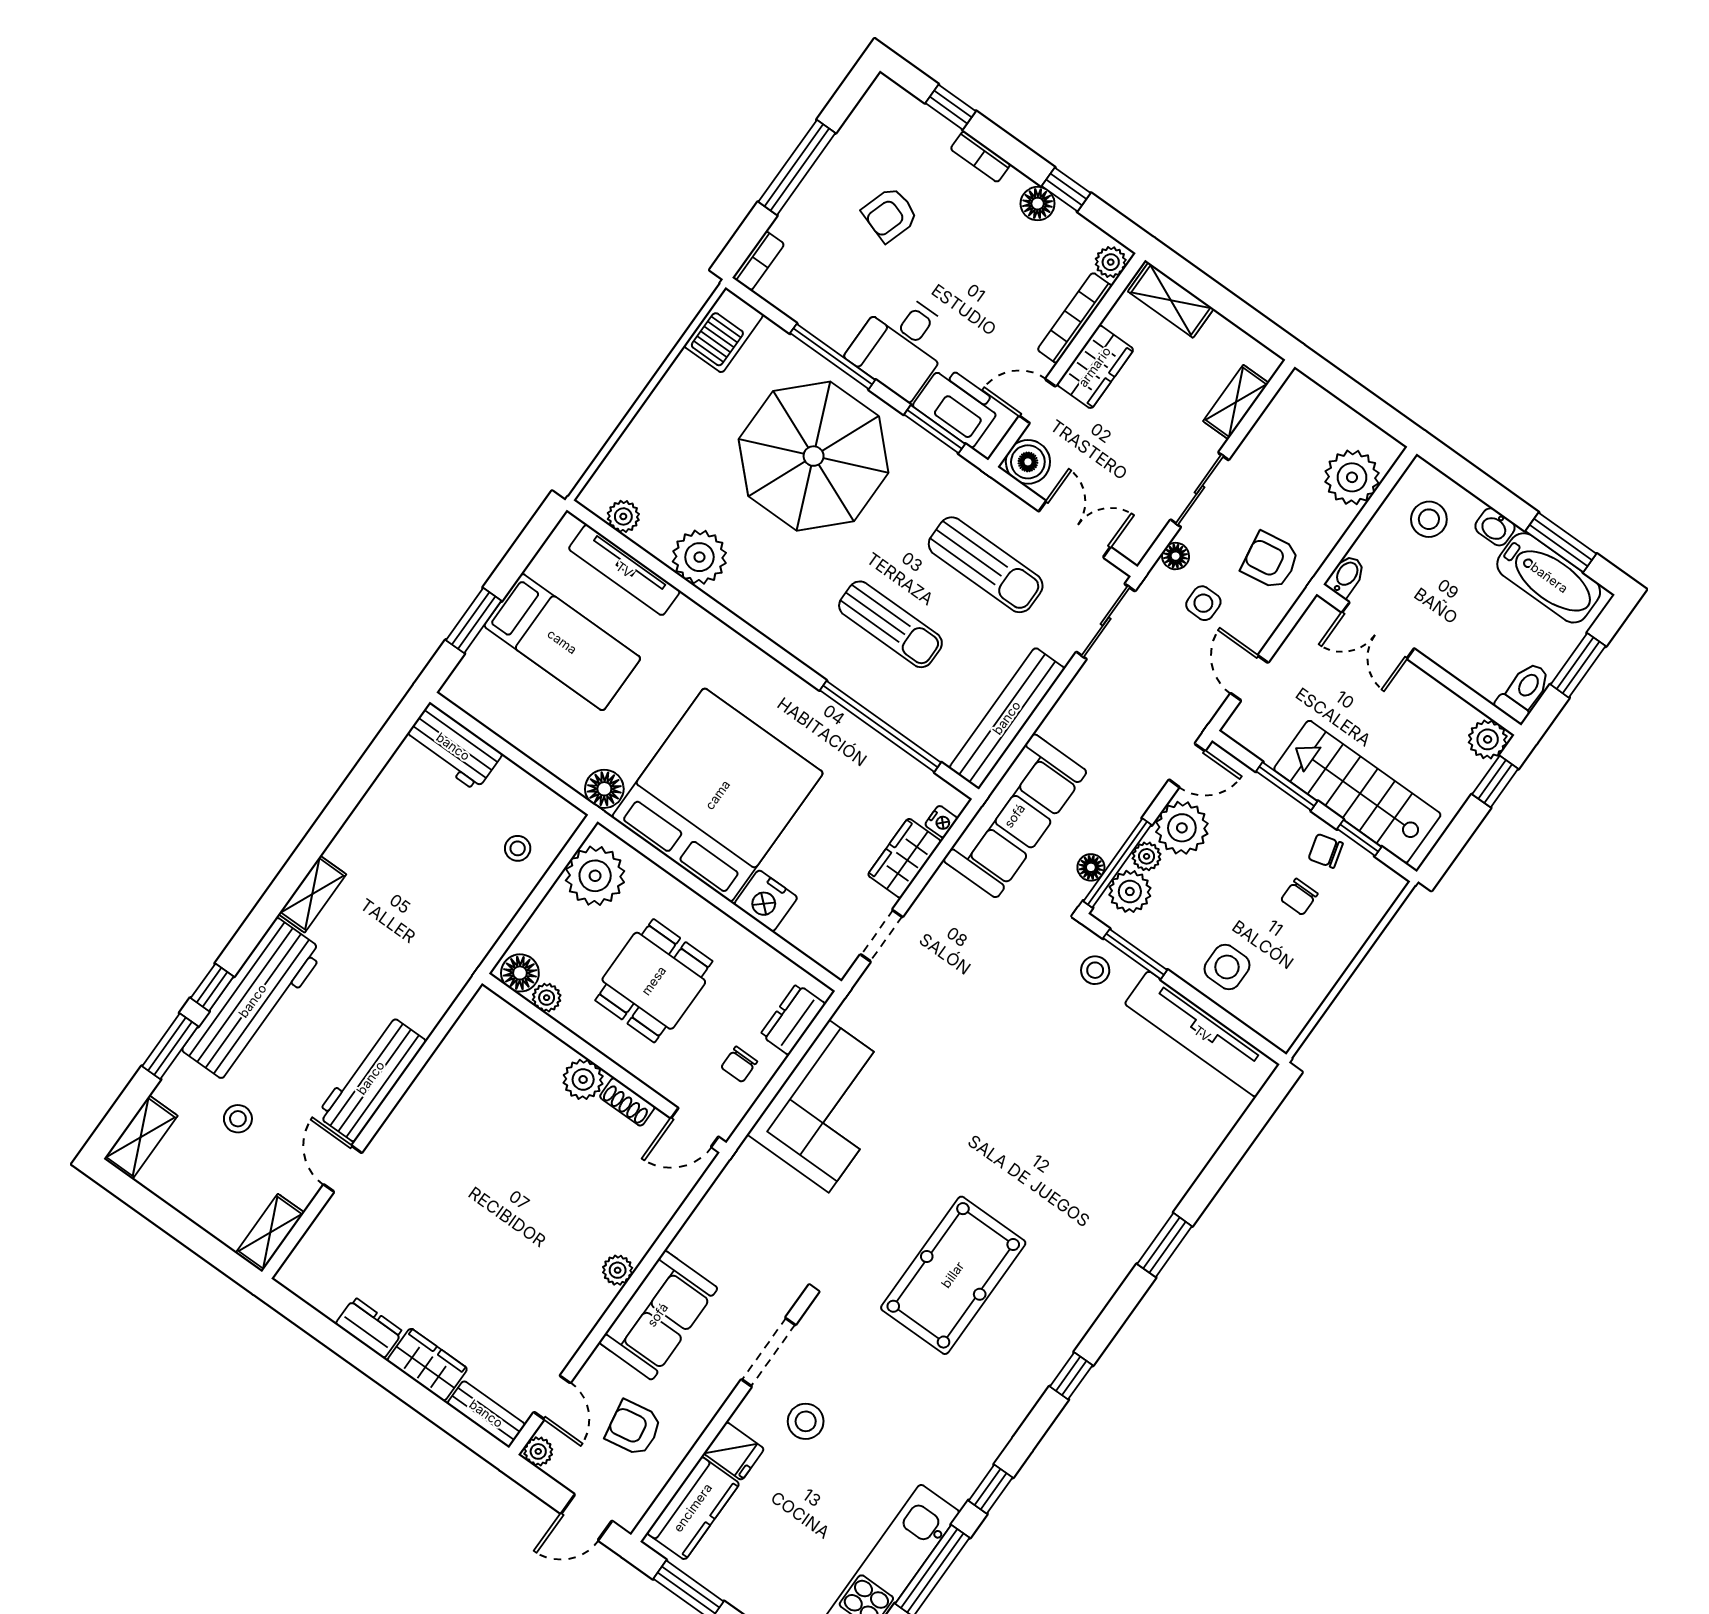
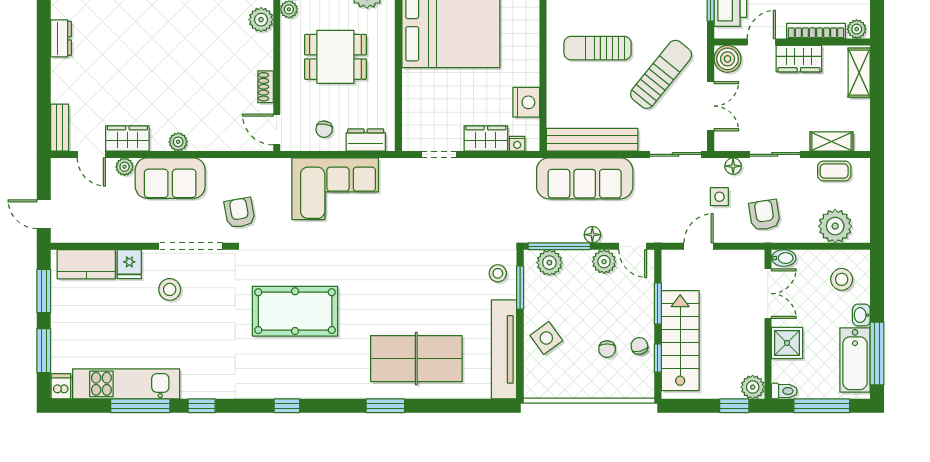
door: (1037, 401) -> (761, 42), hinge flipped
coffee table: (1278, 426) -> (834, 171), added
window: (1561, 542) -> (877, 354), width x1.44
sun lounger: (986, 565) -> (661, 74), turned -141
sun lounger: (890, 624) -> (598, 48), turned 90
double door: (1378, 631) -> (768, 294), swing flipped
shower: (1462, 652) -> (787, 343), added
window: (1578, 665) -> (822, 406), width x1.44
toilet: (1524, 692) -> (784, 391), width x0.73, depth x0.72
window: (880, 726) -> (543, 79), removed
sofa: (1015, 816) -> (585, 178), moved
plant: (1182, 828) -> (604, 262), width x0.73, depth x0.73
plant: (1147, 856) -> (573, 258), removed
floor lamp: (1091, 867) -> (592, 235), moved
chair: (1299, 897) -> (607, 349), turned -90
nightstand: (766, 901) -> (526, 102), moved, turned 180
side table: (1227, 967) -> (546, 338), turned -36
chair: (739, 1064) -> (324, 129), turned -82
plant: (583, 1079) -> (261, 20), moved
table tennis table: (1131, 1159) -> (416, 359), added
doorway: (768, 1352) -> (191, 246), width x1.36
wardrobe: (427, 1365) -> (127, 138), moved, turned -90
door: (552, 1397) -> (91, 154), hinge flipped
armchair: (634, 1428) -> (240, 213), moved
plant: (538, 1451) -> (125, 167), moved

